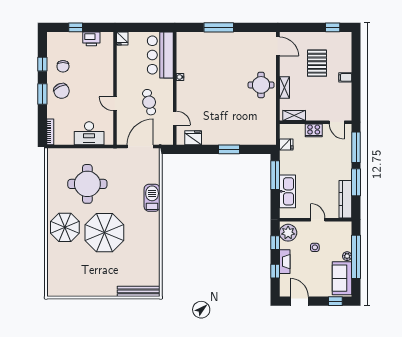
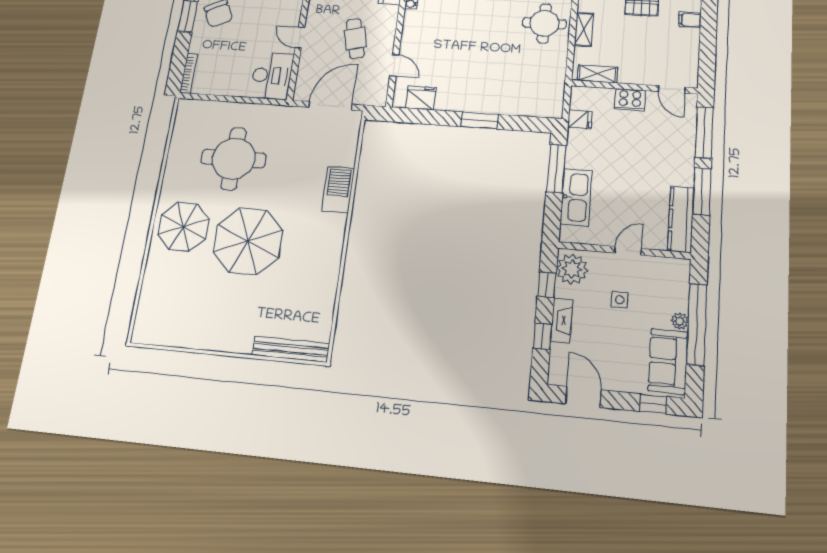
desk: (89, 133) -> (272, 76), moved, turned -90
door: (318, 220) -> (628, 251), hinge flipped

